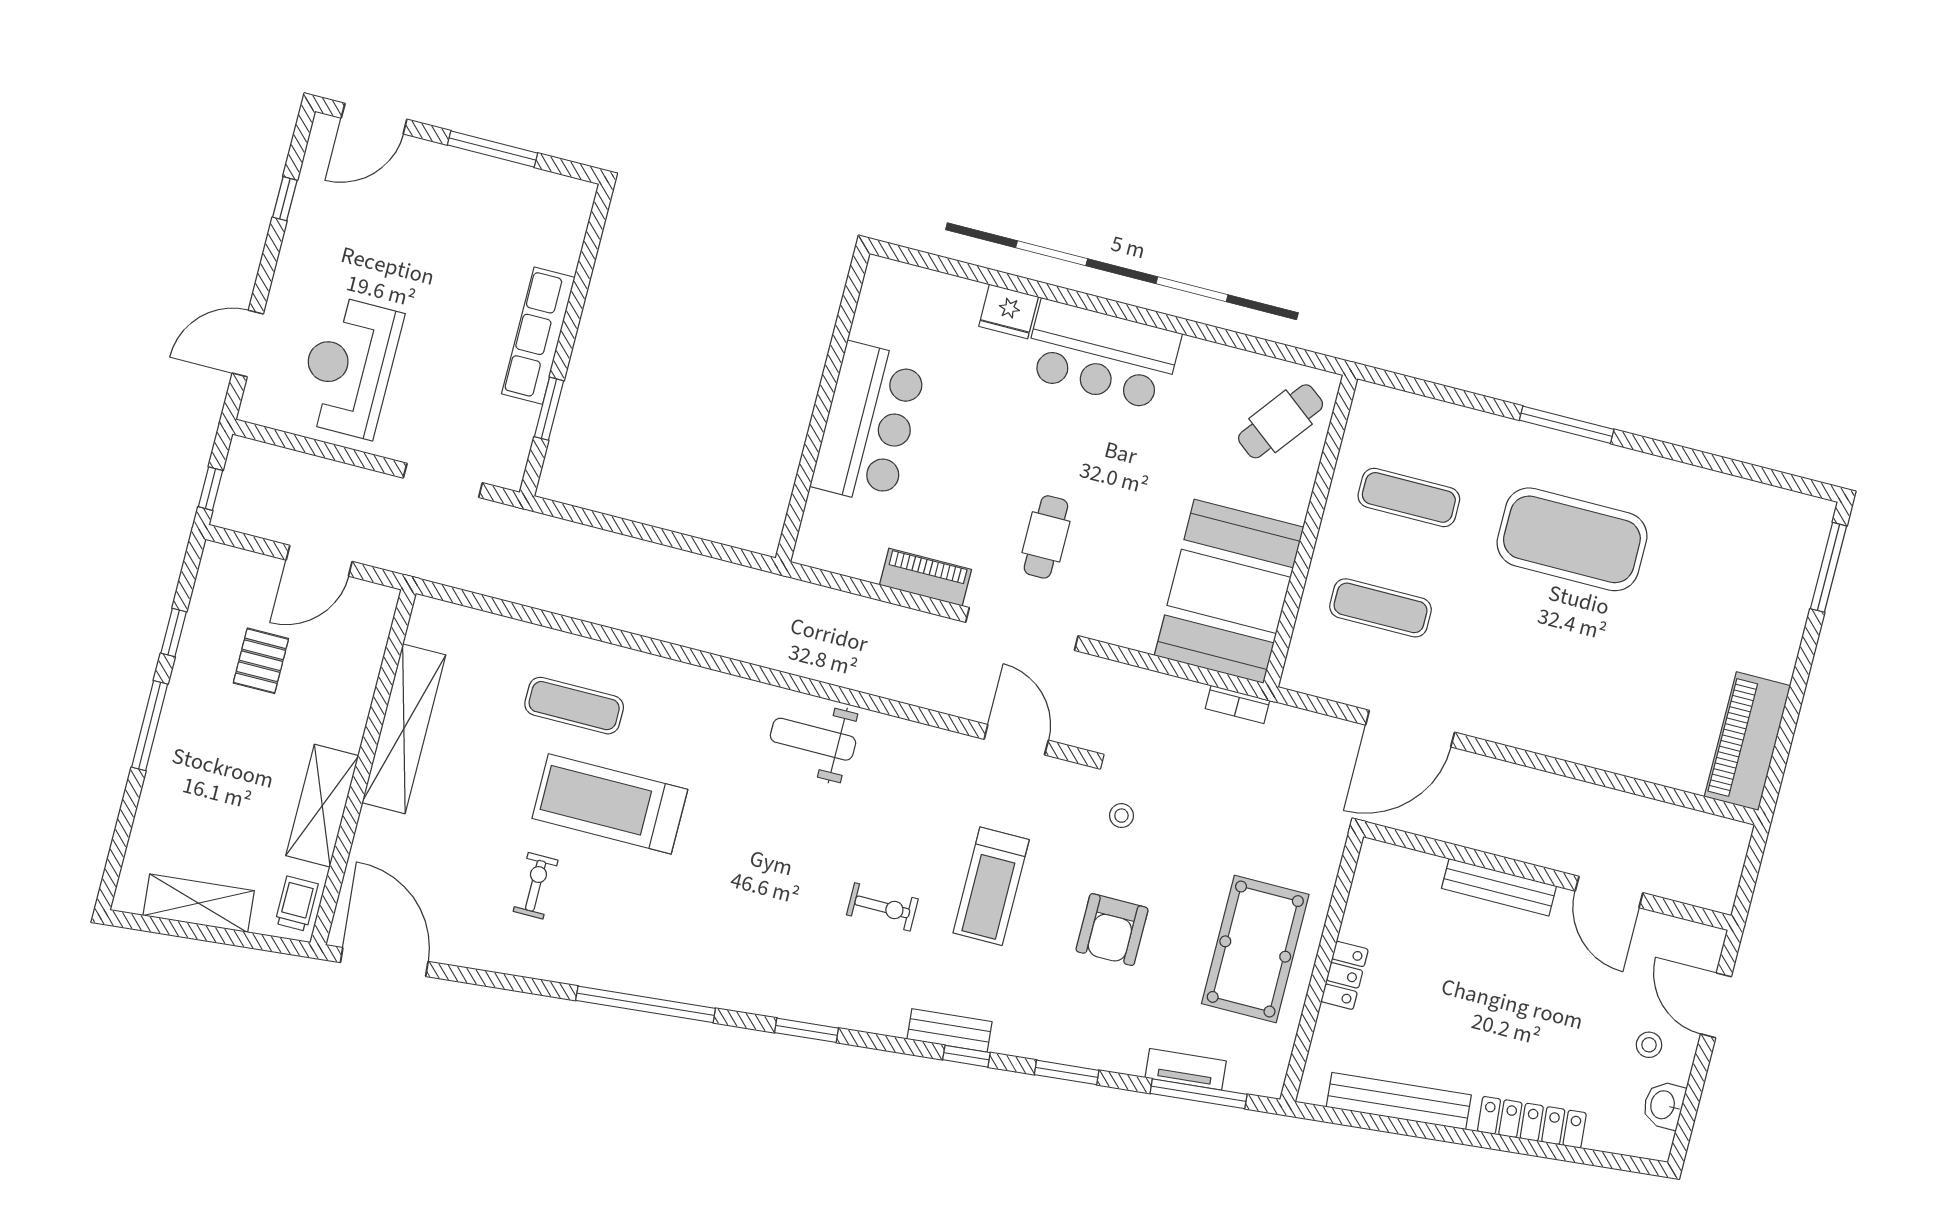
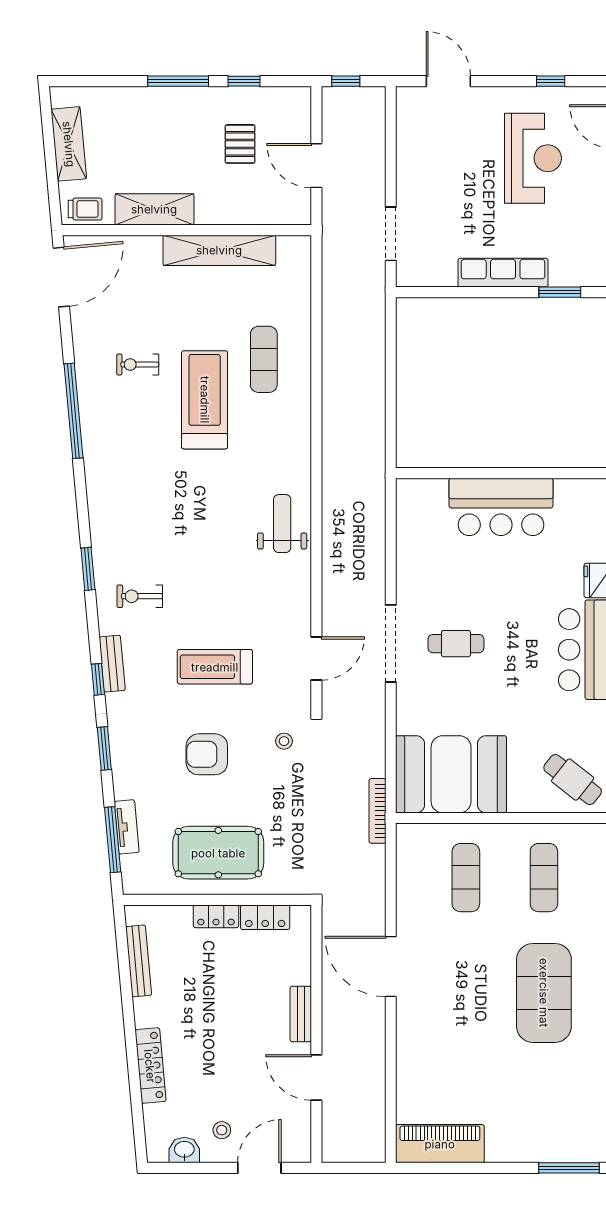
reception desk: (349, 367) -> (533, 158), moved, turned 90
window: (549, 409) -> (560, 292), moved
piano: (926, 577) -> (409, 571), removed
pallet: (261, 661) -> (240, 144), turned 90
bookcase: (1237, 704) -> (378, 811), width x1.56
door: (1410, 729) -> (391, 967), moved
exercise bike: (536, 886) -> (138, 364), turned 180
bench: (1499, 887) -> (301, 1014), width x0.73
door: (1609, 892) -> (316, 1078), hinge flipped
locker: (1364, 906) -> (265, 917), added
exercise bike: (882, 907) -> (140, 596), moved, turned 90
window: (646, 1004) -> (73, 411), moved
bench: (1399, 1101) -> (139, 961), width x0.73, depth x0.82

